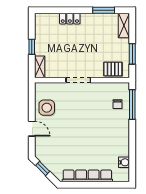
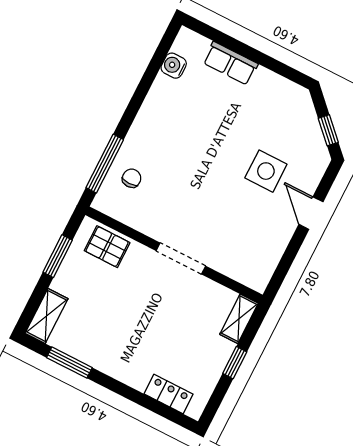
locker: (70, 19) -> (169, 394), moved
side table: (47, 108) -> (266, 171), moved
row of seats: (87, 176) -> (230, 63), width x0.50

